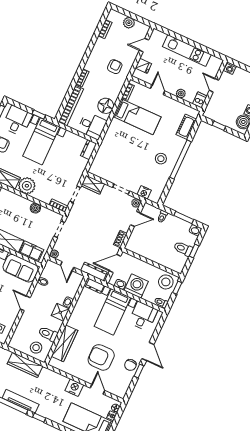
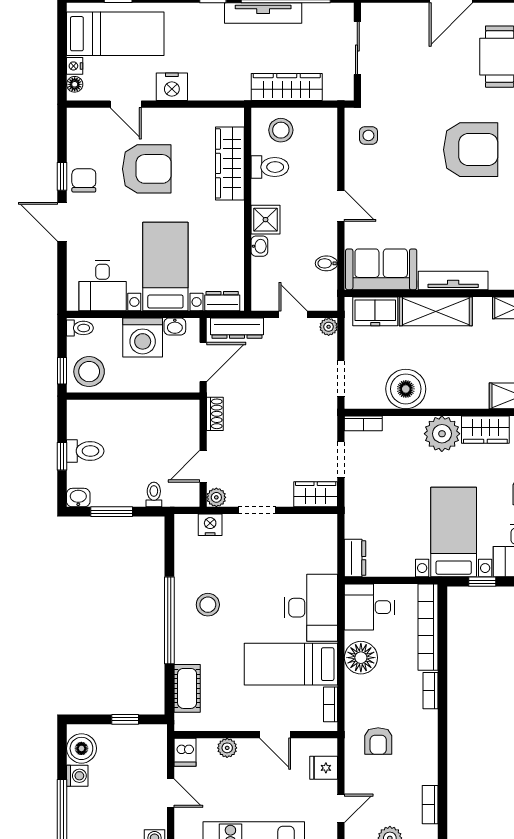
desk: (117, 137) -> (311, 608), added
boiler: (35, 208) -> (406, 389), width x1.86, depth x1.86

